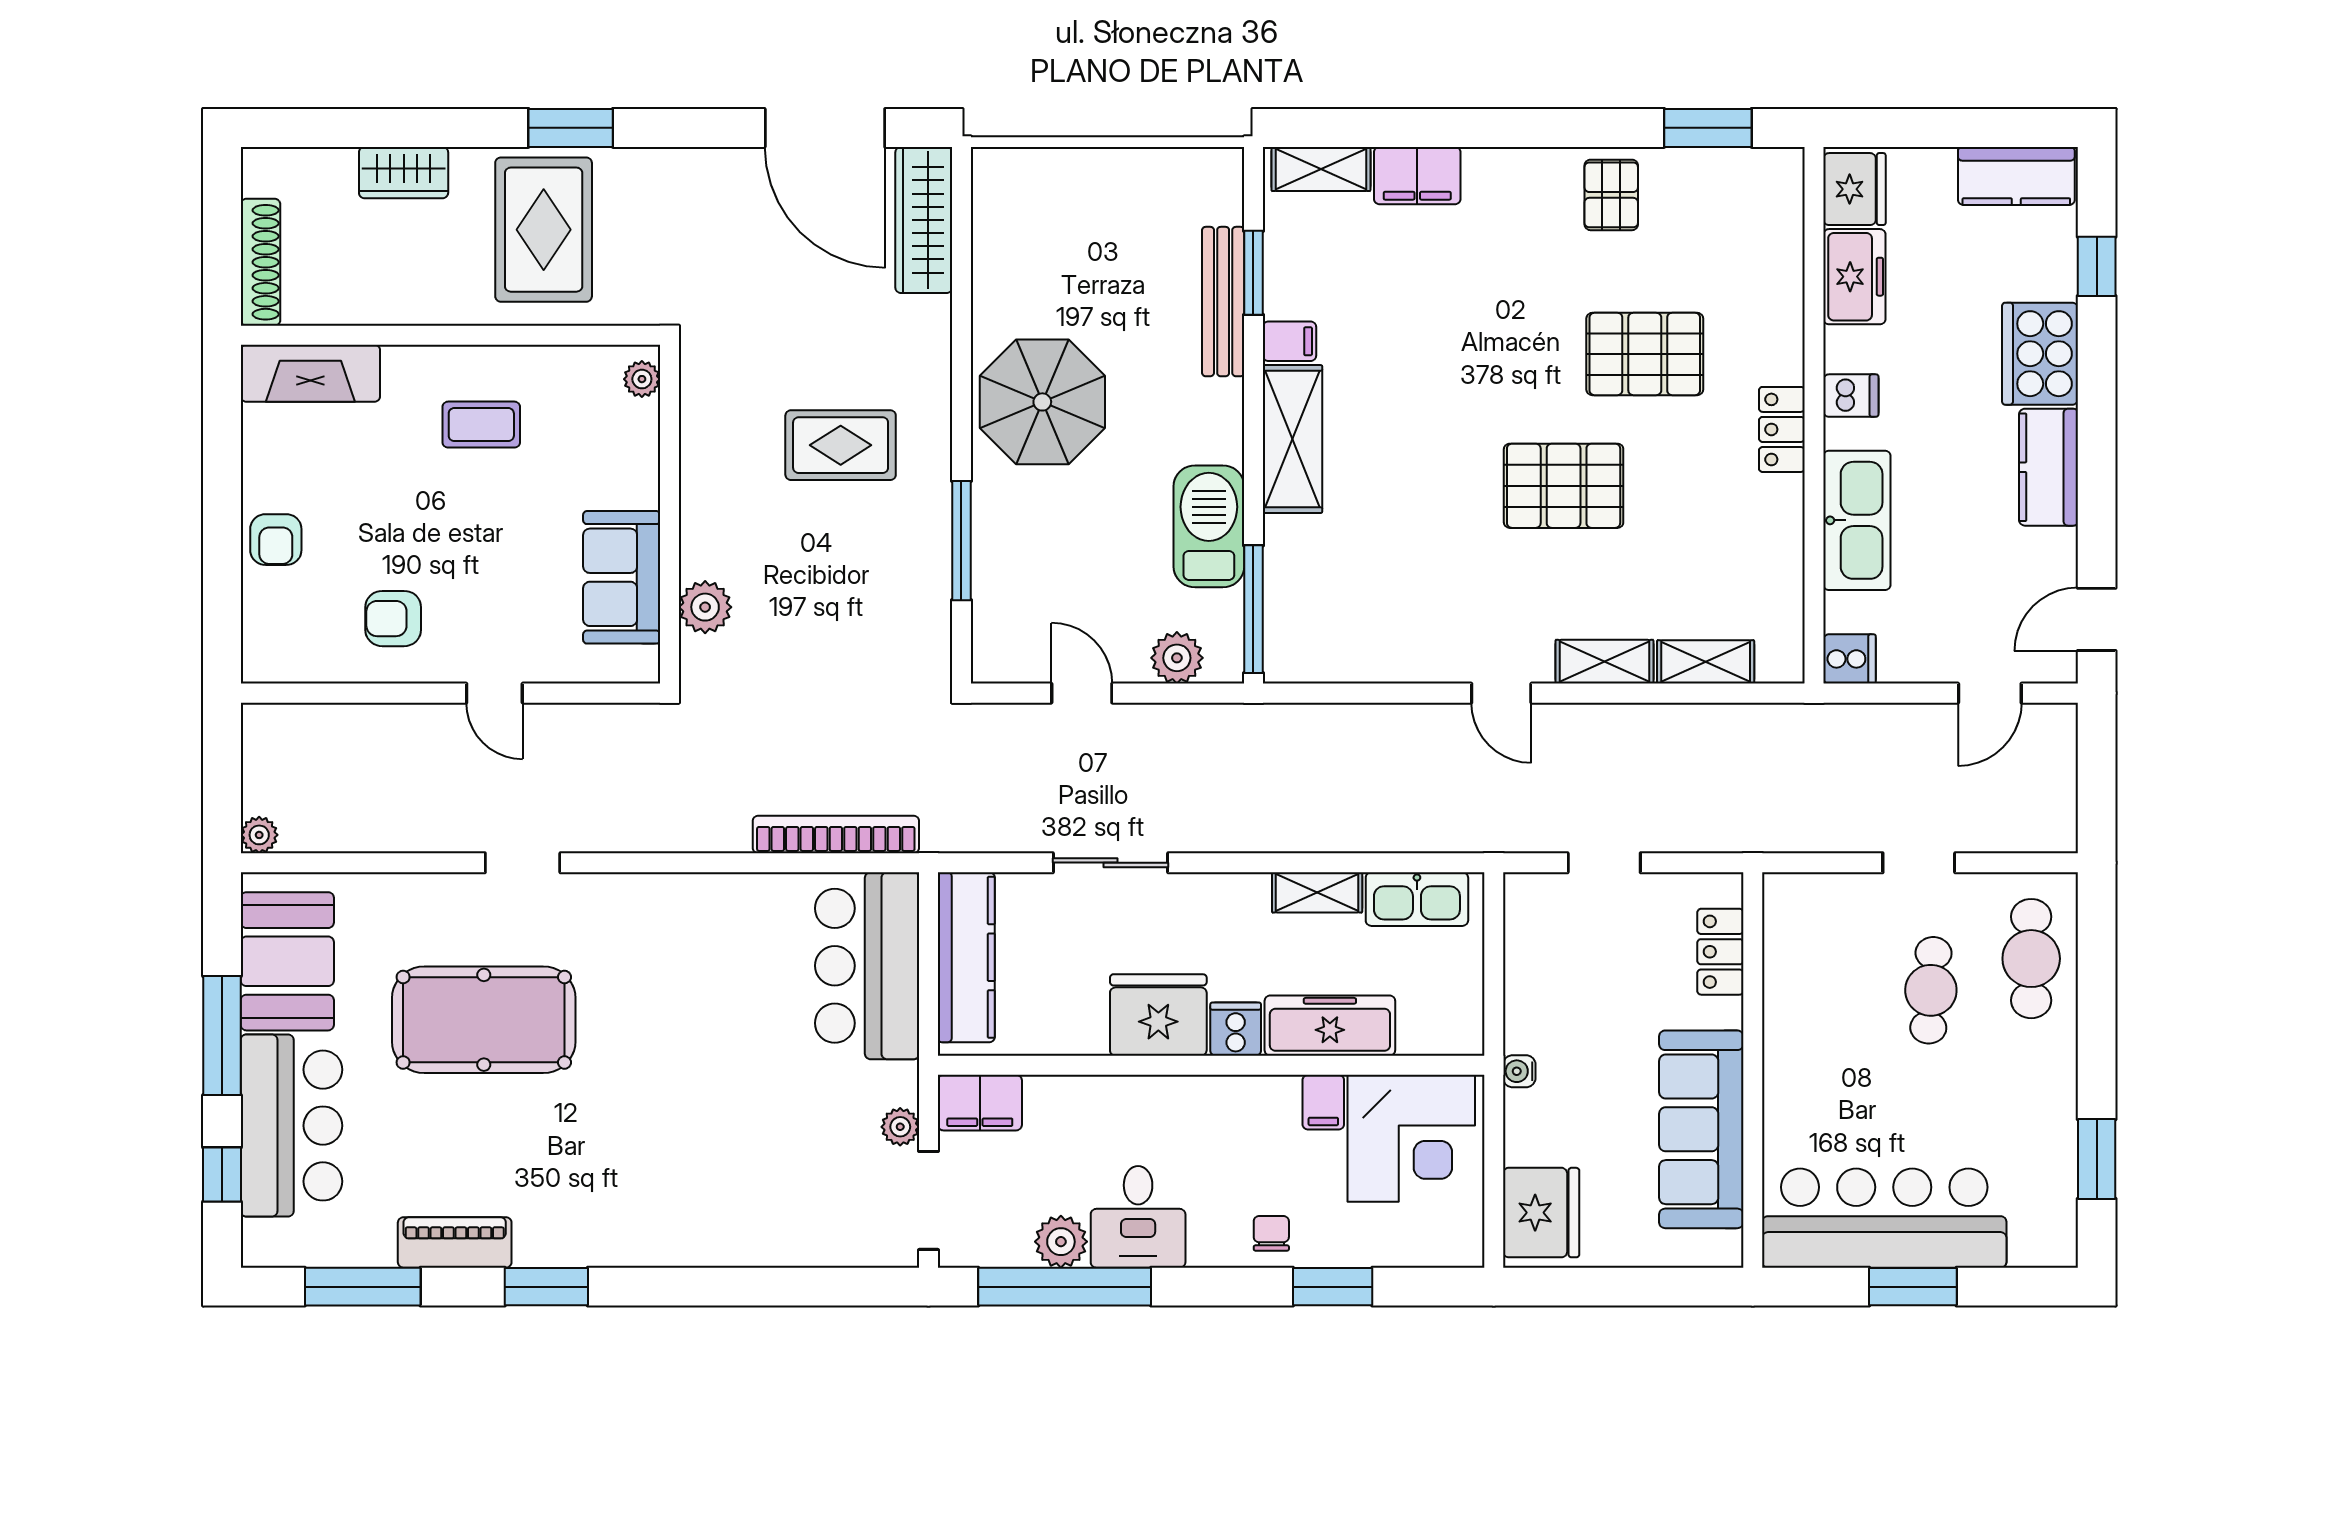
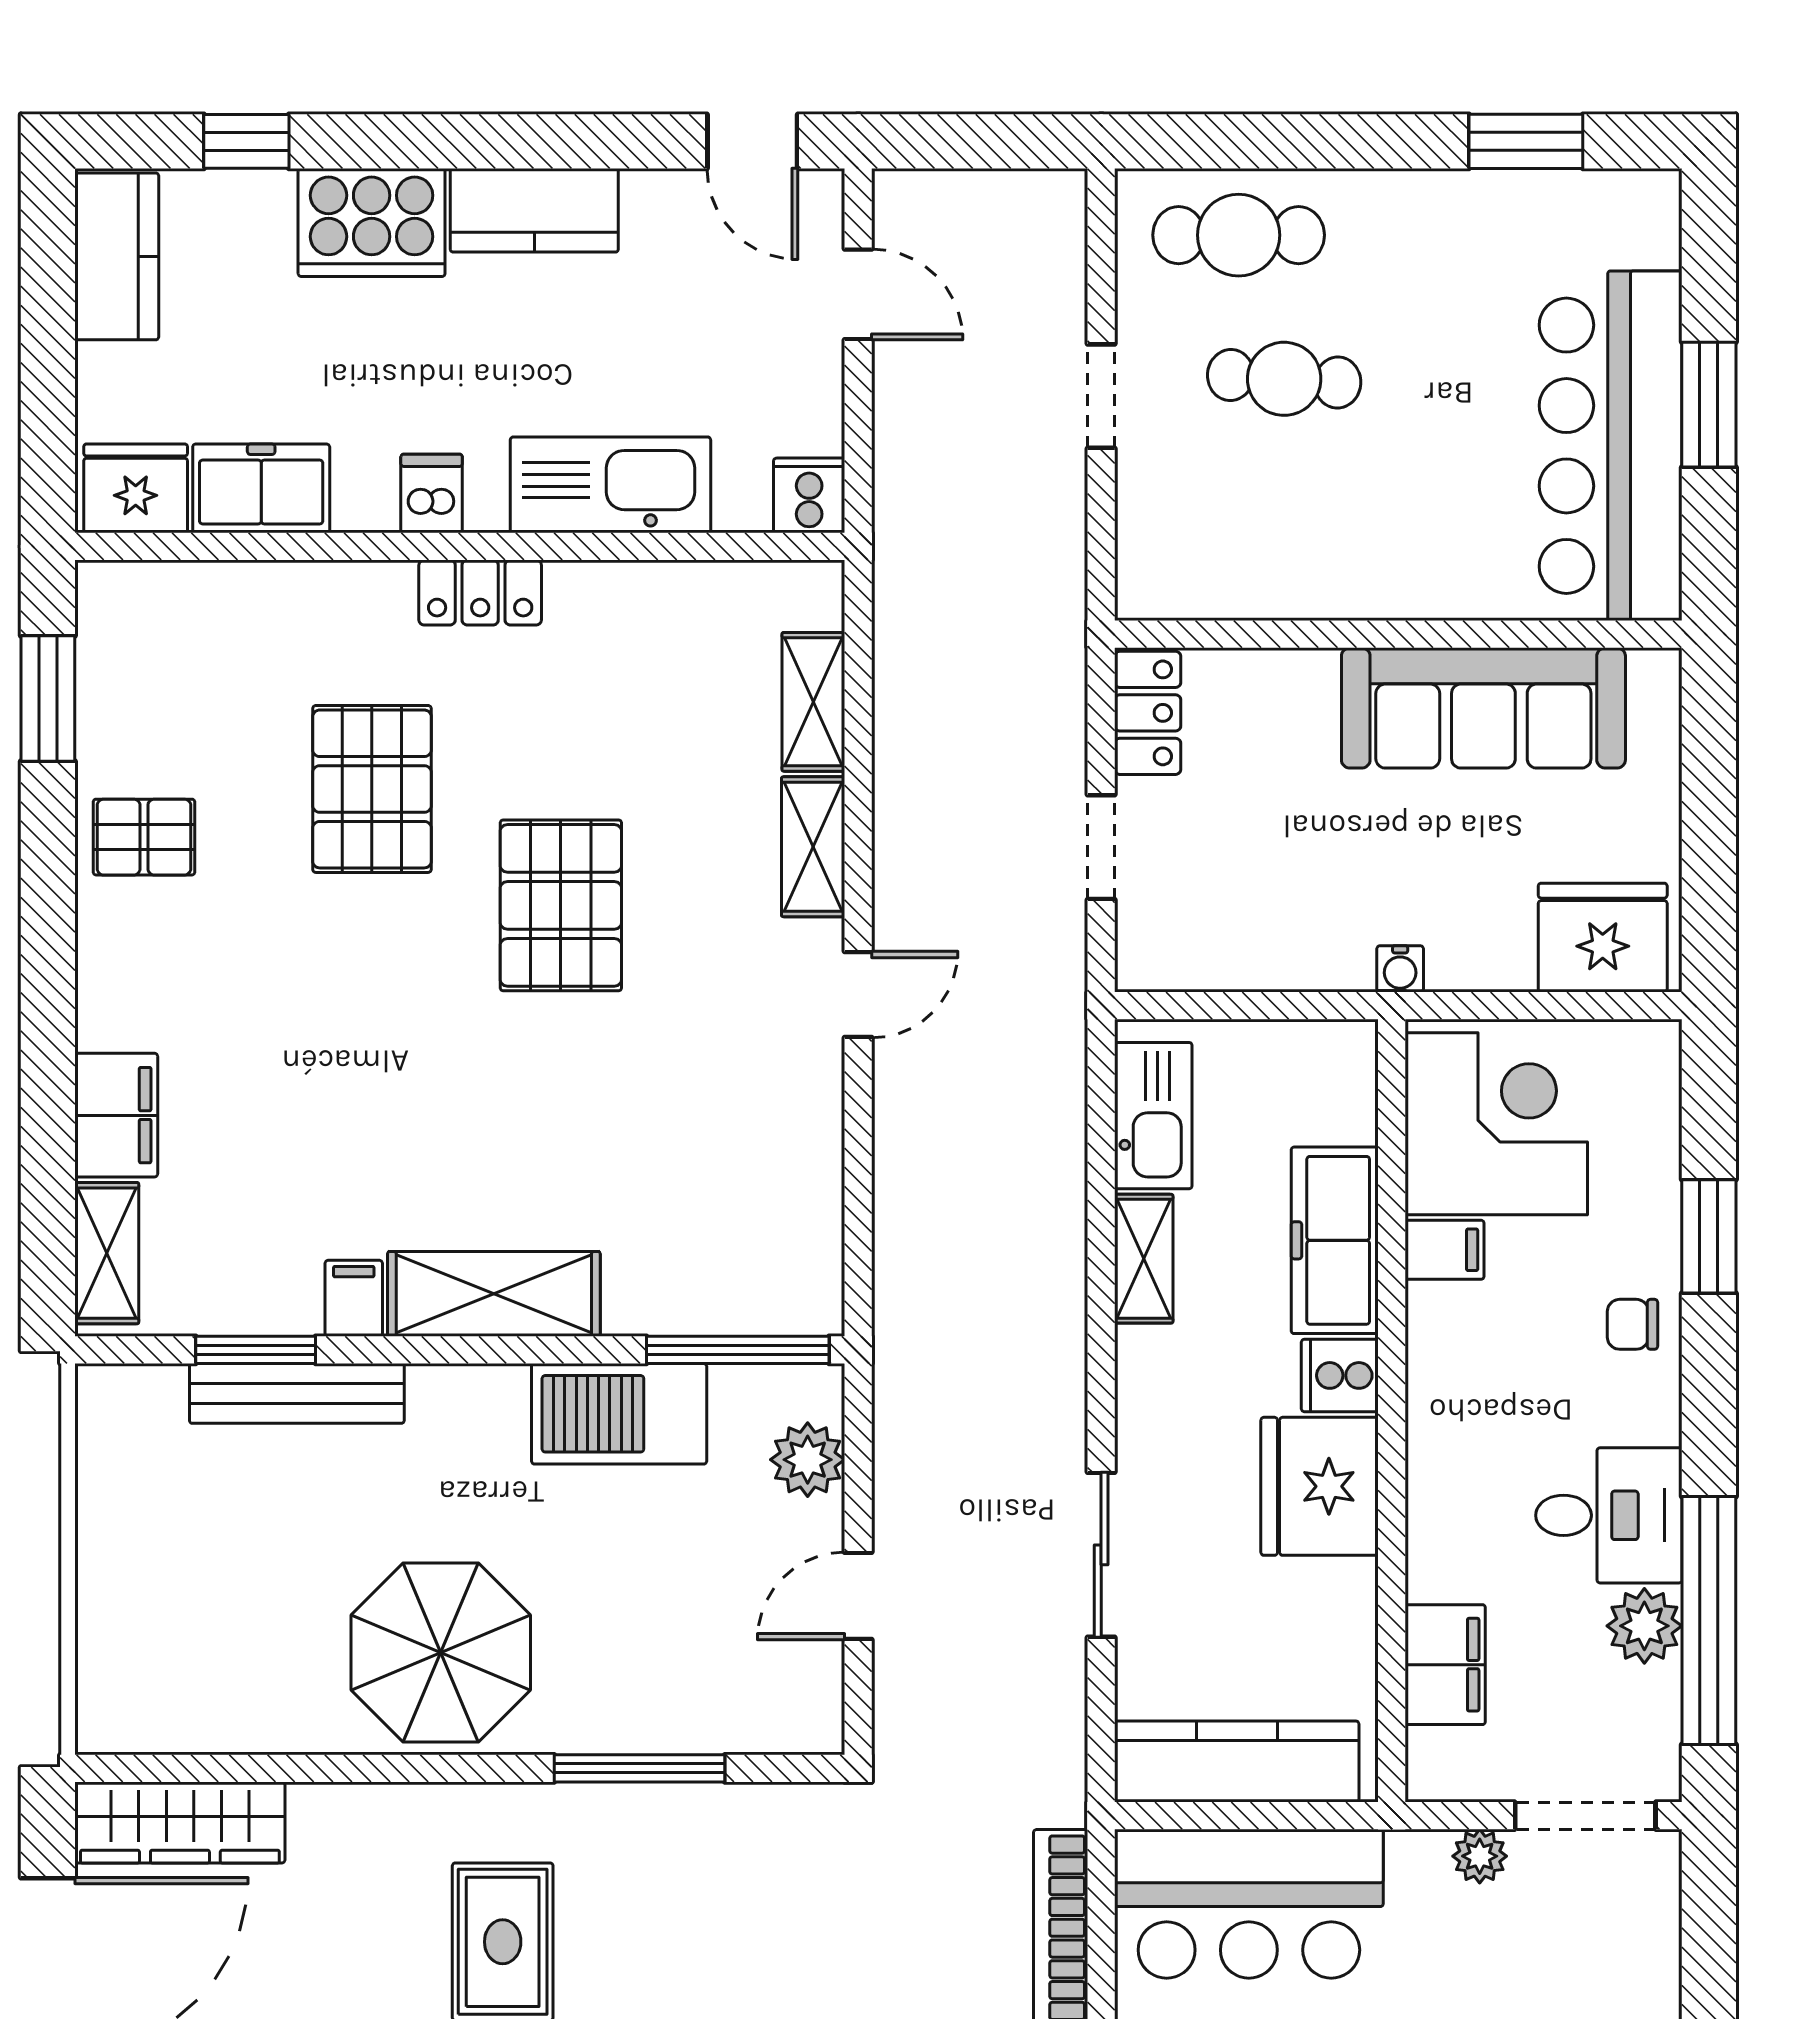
locker: (1720, 952) -> (1148, 713), moved, turned -90
filing cabinet: (980, 1103) -> (1445, 1665), moved

